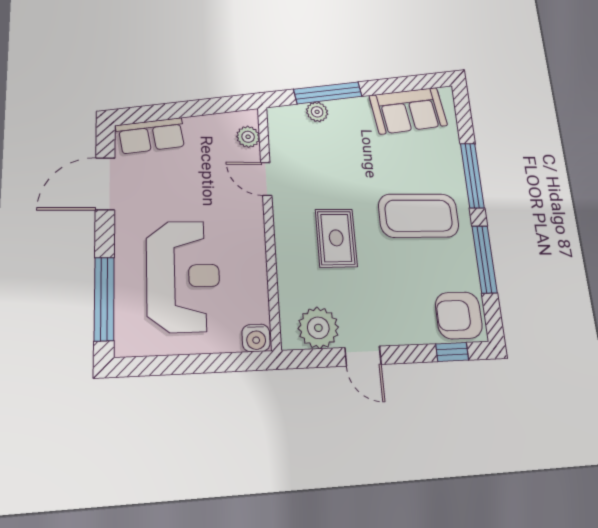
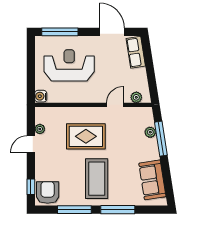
rug: (336, 238) -> (86, 136), width x1.36, depth x1.43
reception desk: (183, 276) -> (69, 65), turned 180
plant: (318, 328) -> (40, 129), width x0.53, depth x0.53

